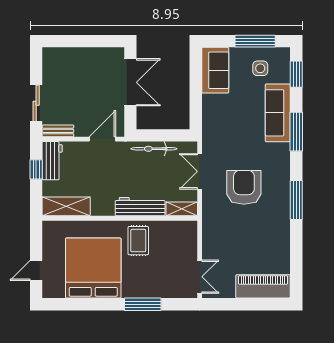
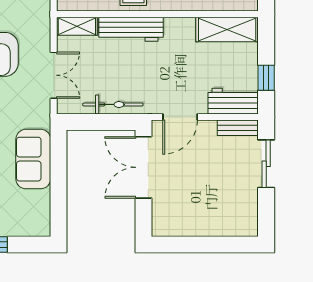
sofa: (215, 70) -> (33, 159), moved
double door: (130, 82) -> (144, 167), moved
workbench: (52, 161) -> (233, 101), moved, turned 90

